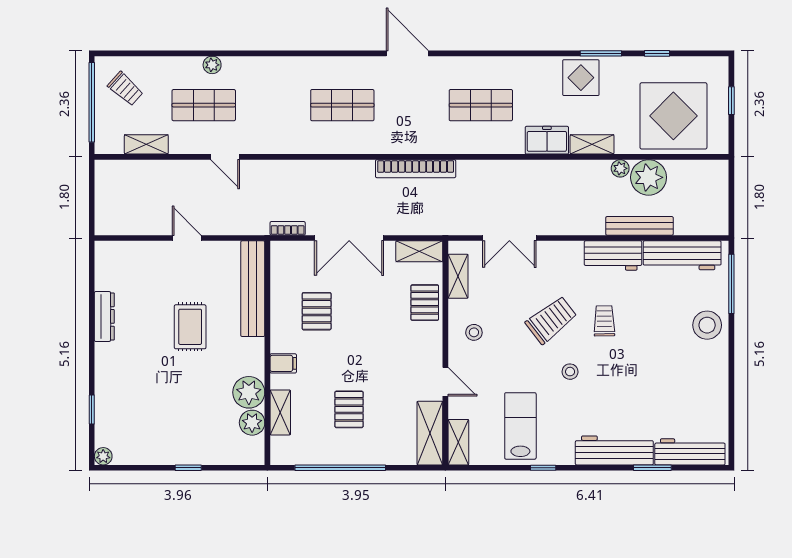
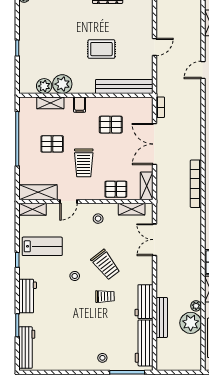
stool: (707, 325) -> (102, 358), width x0.53, depth x0.53
trolley: (381, 356) -> (84, 163), added
workbench: (614, 450) -> (28, 296), width x0.73

